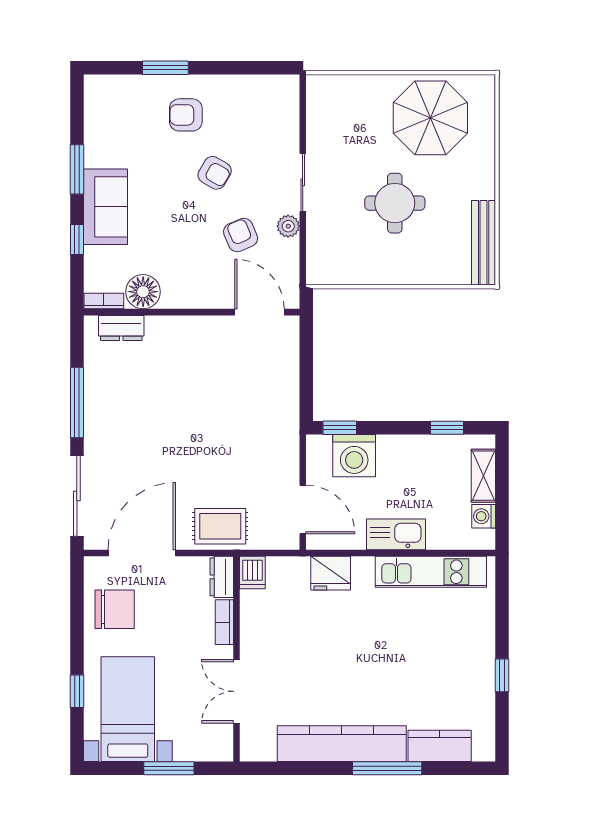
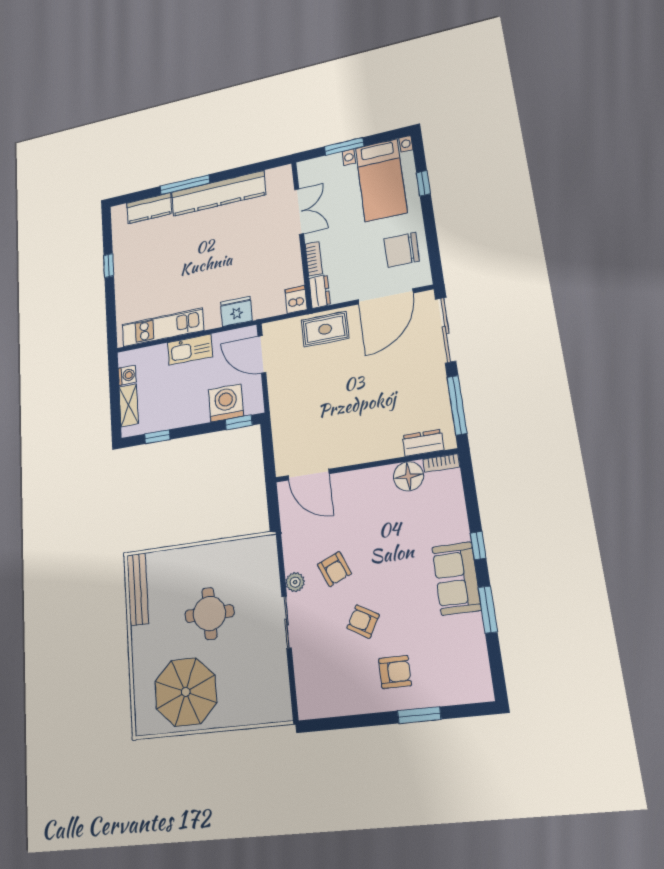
floor lamp: (143, 292) -> (408, 476), moved
bookcase: (104, 301) -> (441, 463), moved
wall: (192, 312) -> (365, 466), moved
door: (260, 312) -> (309, 475), moved
dresser: (121, 328) -> (423, 443), moved

